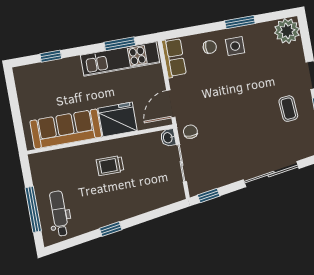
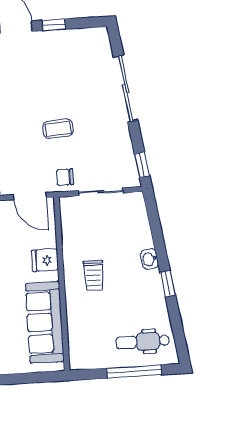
coffee table: (288, 109) -> (58, 129), moved
fridge: (118, 119) -> (45, 260), width x0.53, depth x0.75
washbasin: (168, 138) -> (149, 259), moved, turned 81

